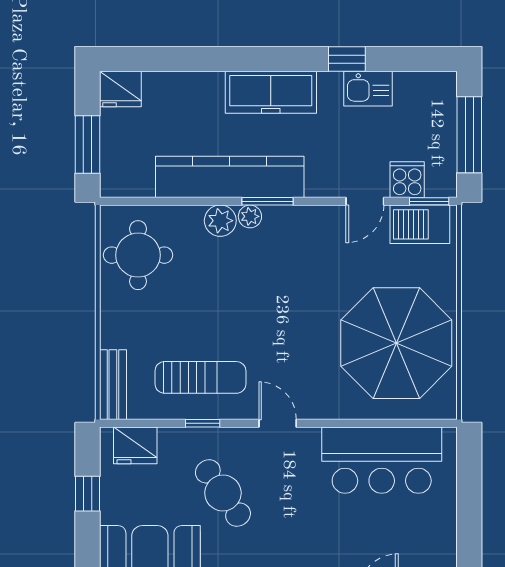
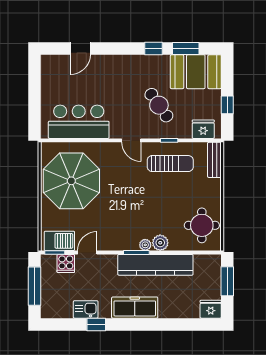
sun lounger: (200, 377) -> (170, 164), turned 180

